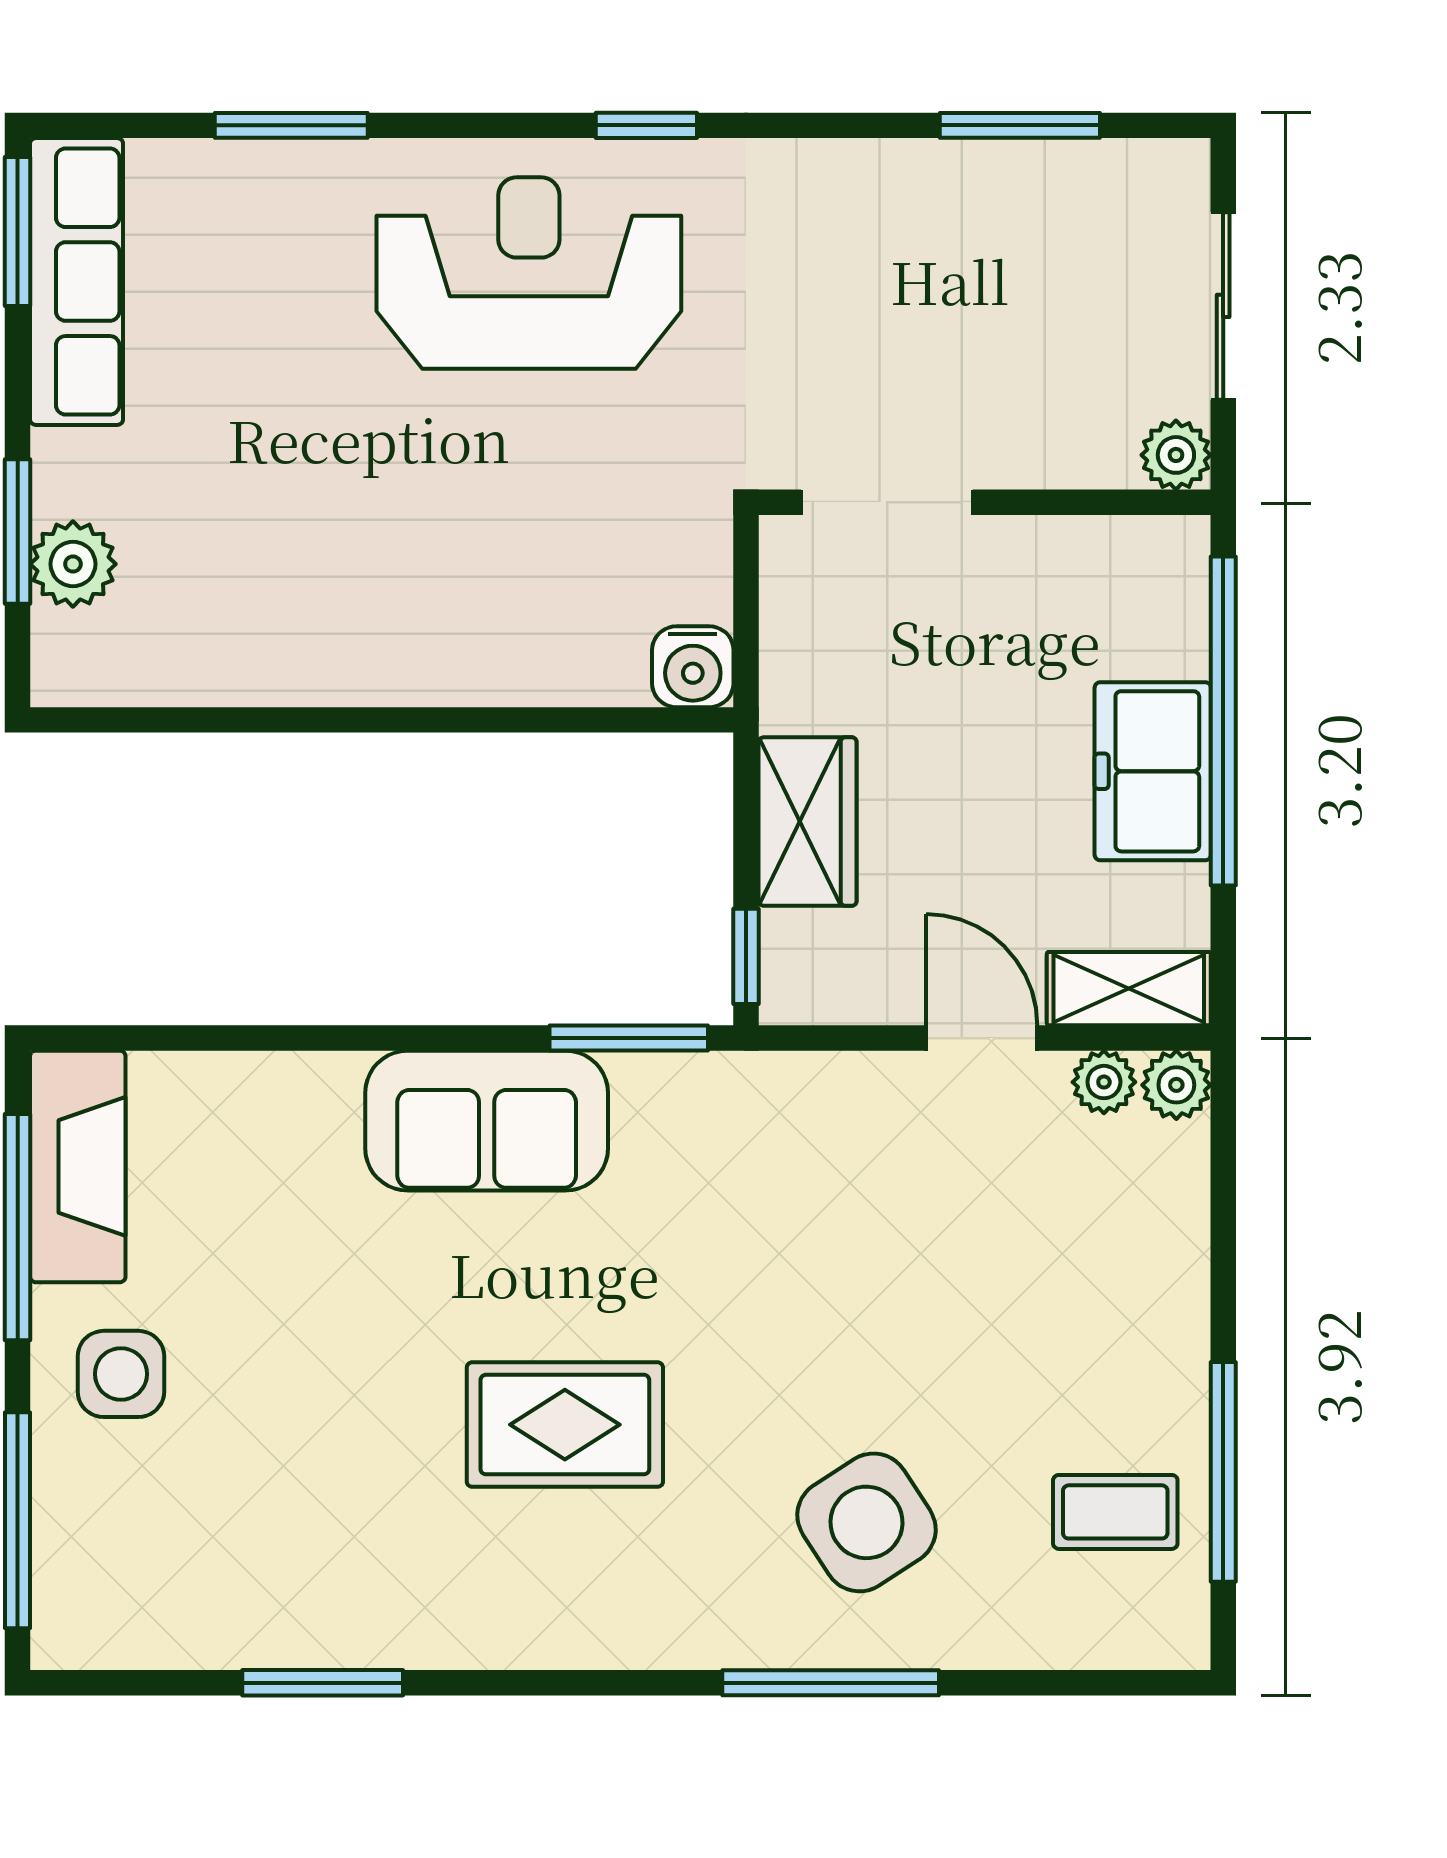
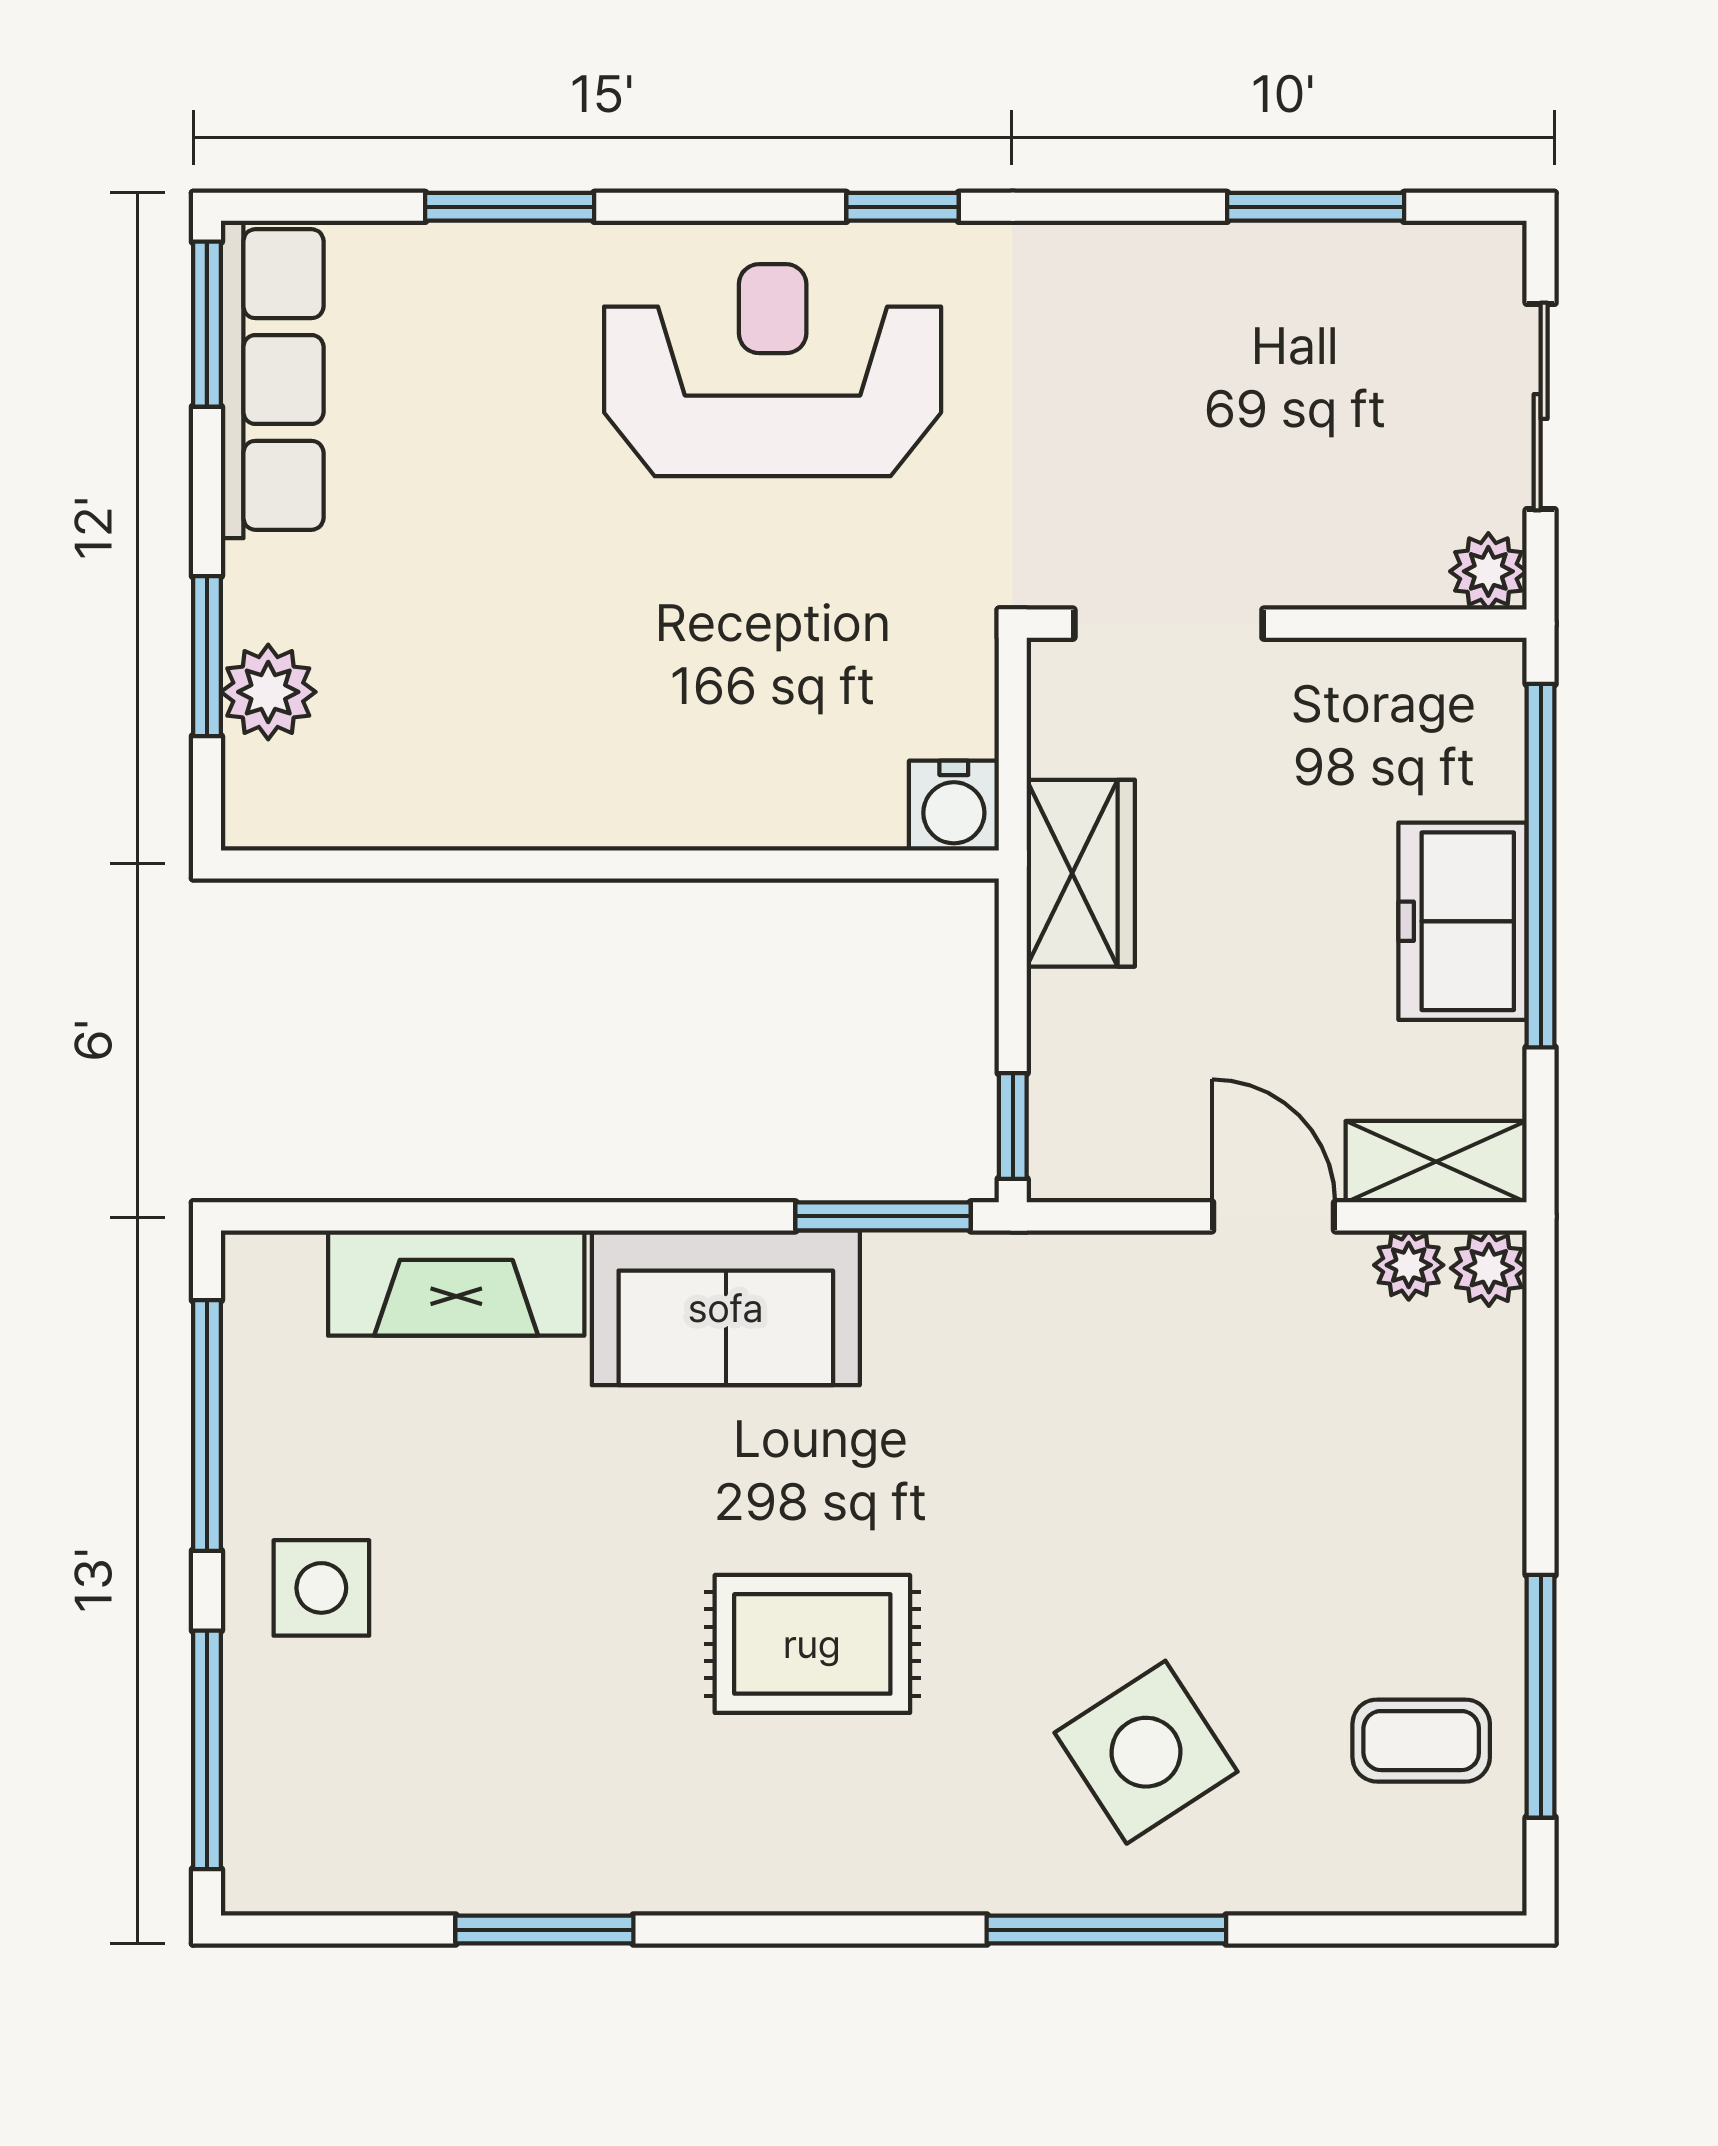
wardrobe: (807, 822) -> (1081, 873), moved
fireplace: (78, 1166) -> (456, 1283), moved, turned 90

